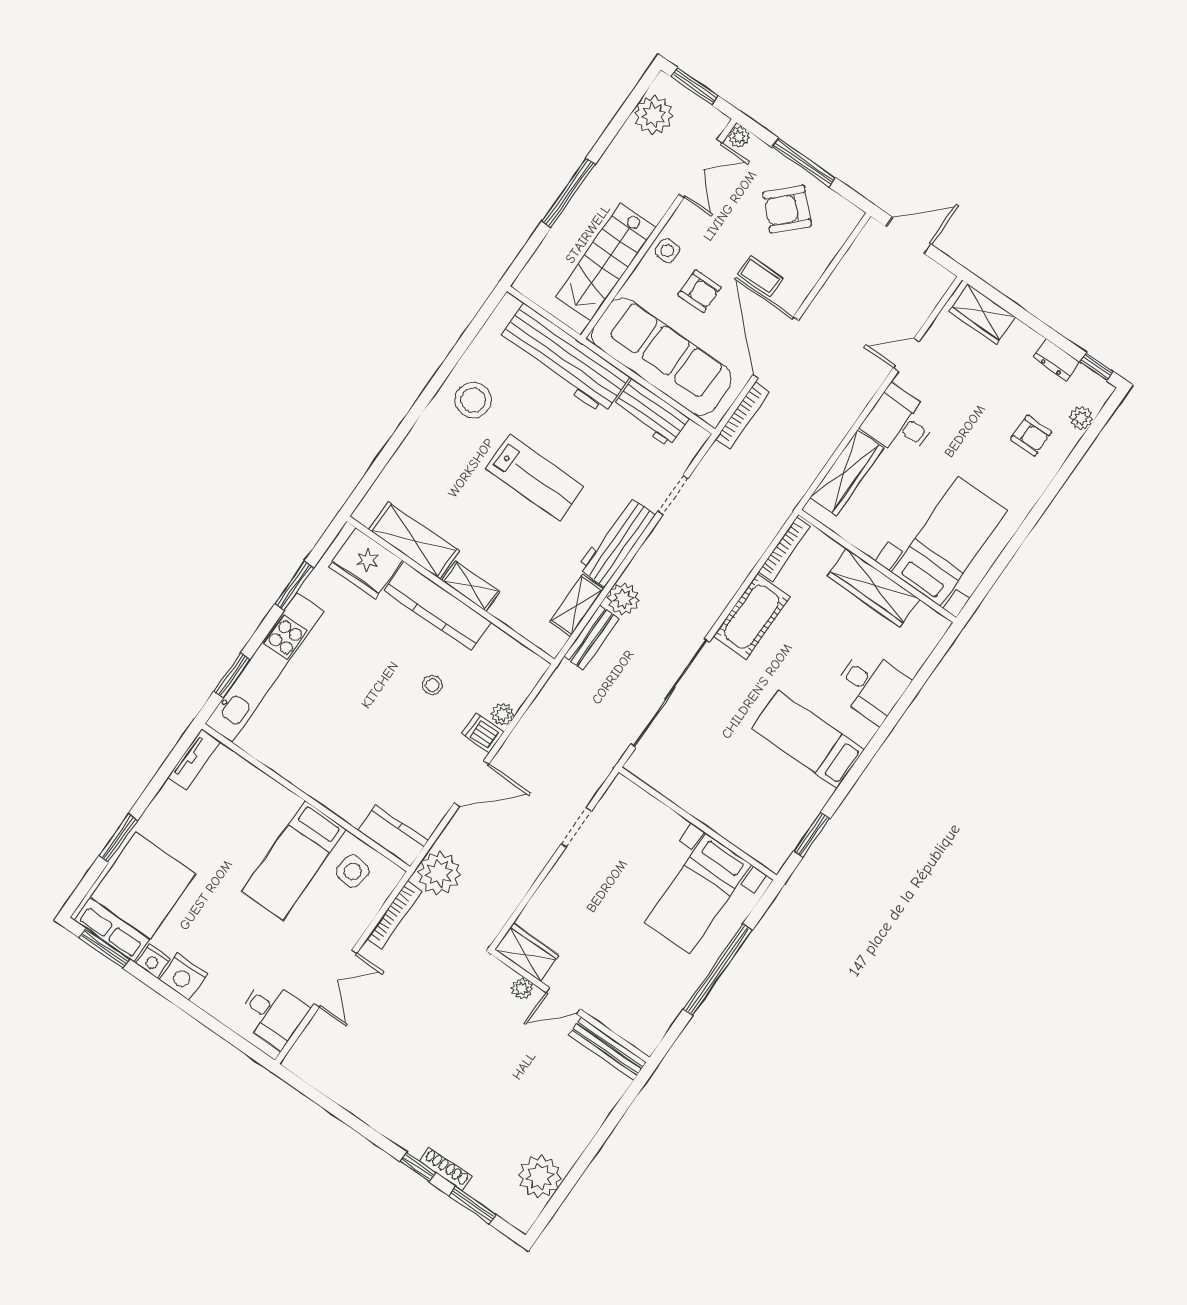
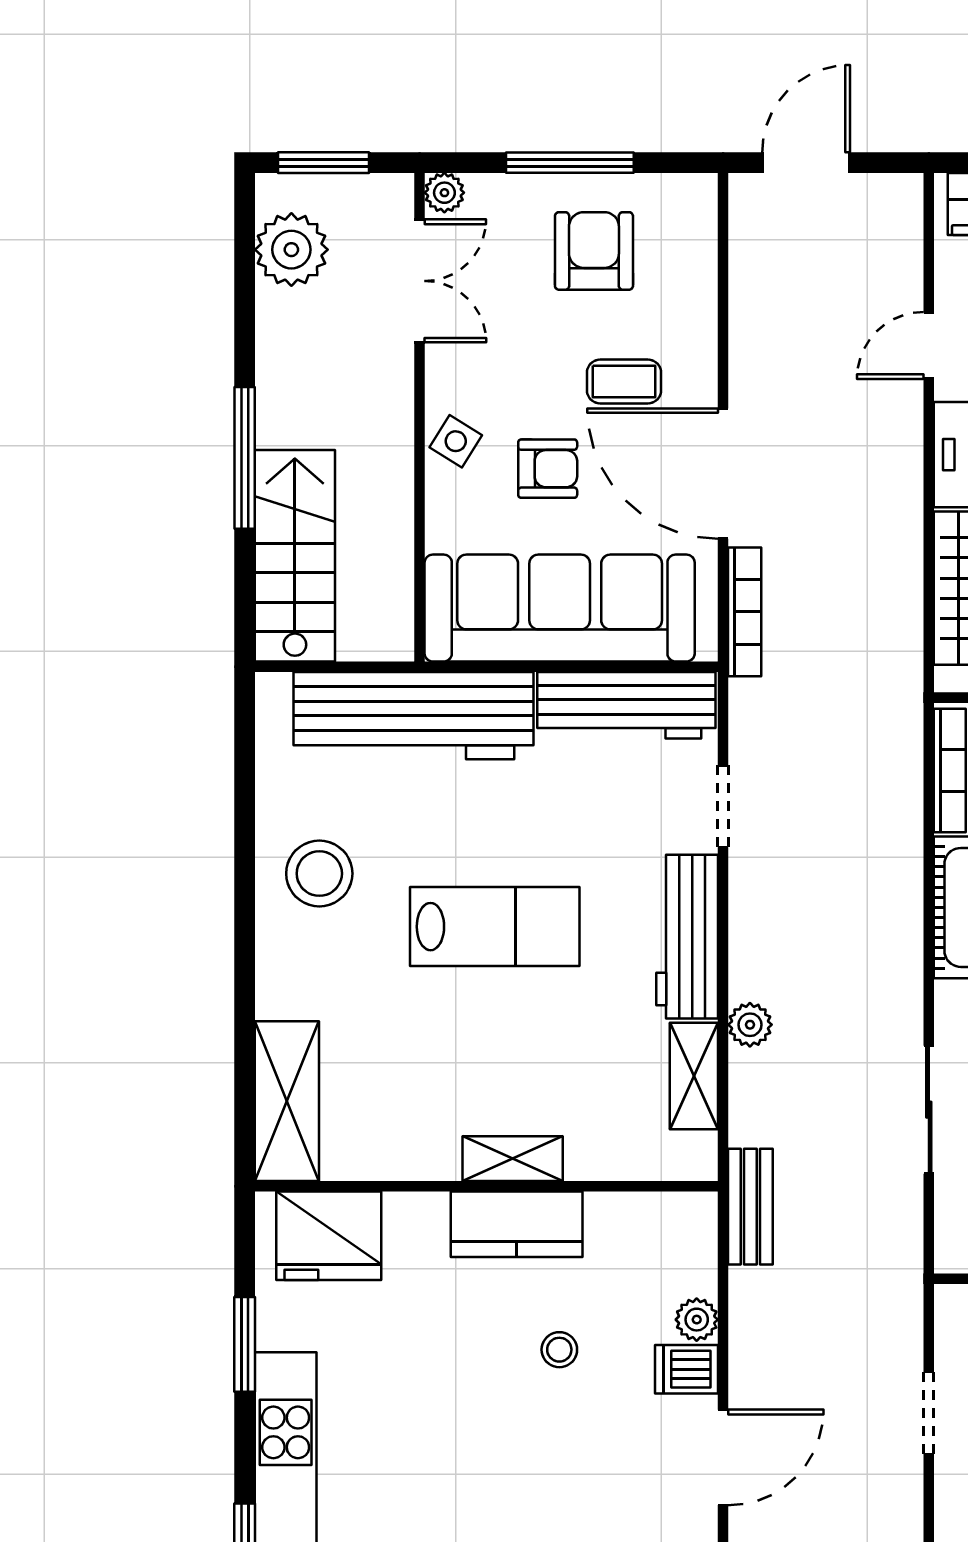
armchair: (787, 209) -> (594, 251), turned 135
side table: (667, 251) -> (456, 441), turned 32
stairs: (606, 262) -> (295, 556), moved, turned 180
workbench: (650, 413) -> (626, 705), width x1.37
shelving: (414, 540) -> (287, 1101), moved, turned 90
plant: (623, 599) -> (750, 1025), width x0.73, depth x0.73
kitchen counter: (438, 606) -> (517, 1224), width x0.67
bench: (591, 637) -> (750, 1207), moved
sliding door: (670, 693) -> (929, 1110), width x0.54

